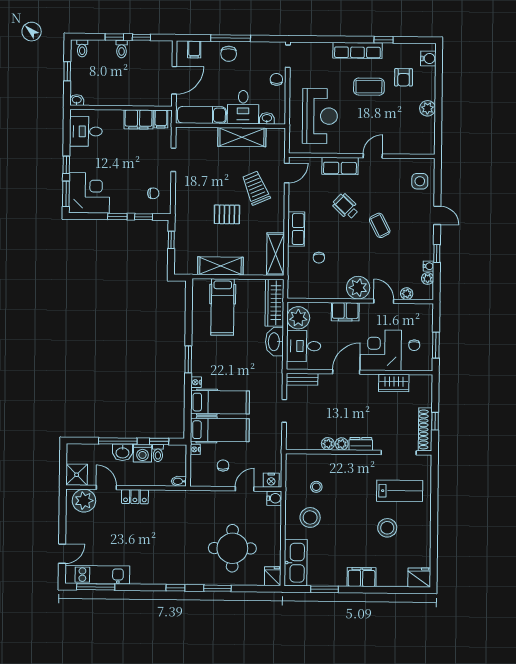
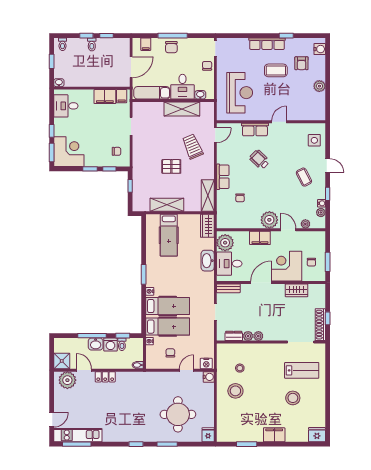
coffee table: (380, 225) -> (304, 177), moved
wardrobe: (274, 303) -> (207, 226), width x0.67
dresser: (361, 444) -> (234, 336), moved
kitchen sink: (296, 563) -> (225, 425), removed

